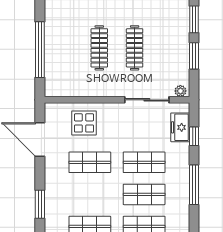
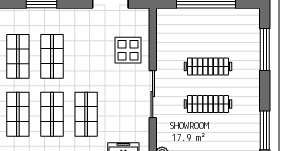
sliding door: (147, 100) -> (153, 94), moved
shop shelf: (90, 162) -> (52, 56), moved

